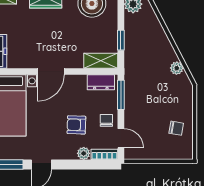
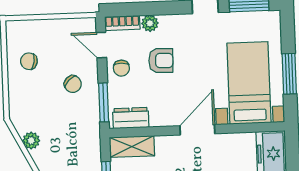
chair: (144, 110) -> (73, 84), added

